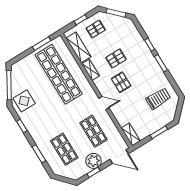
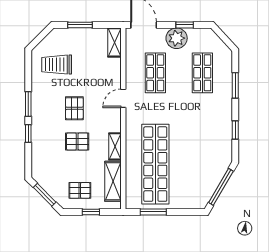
pallet: (121, 82) -> (74, 108), moved
display table: (24, 101) -> (215, 158), removed
door: (104, 103) -> (123, 98), hinge flipped

